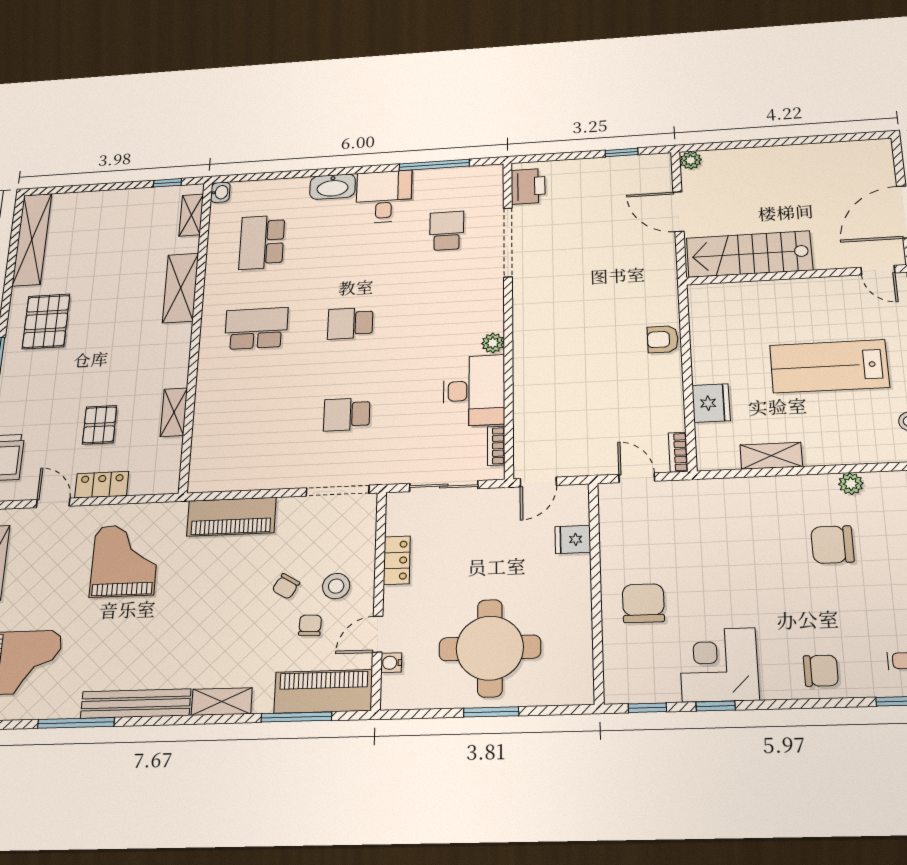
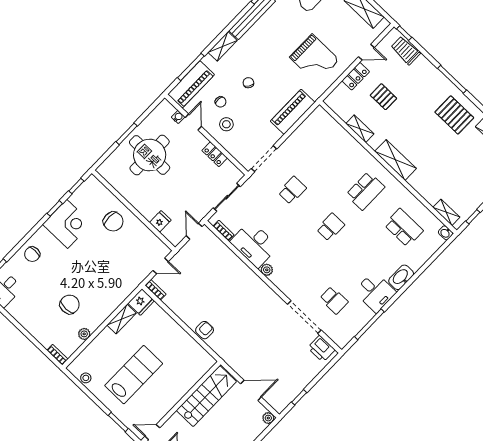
shelving: (181, 288) -> (396, 160), moved
fridge: (711, 403) -> (141, 302), moved, turned -90
chair: (286, 586) -> (248, 83), moved

